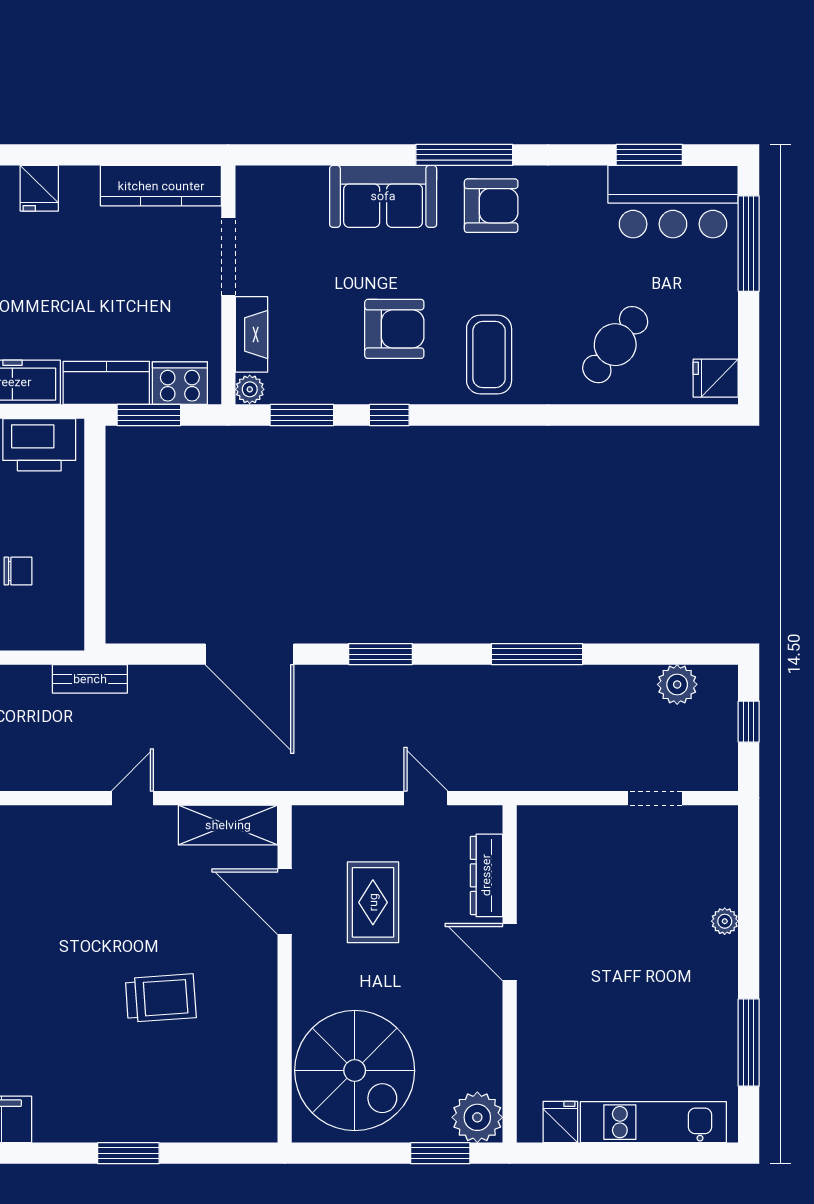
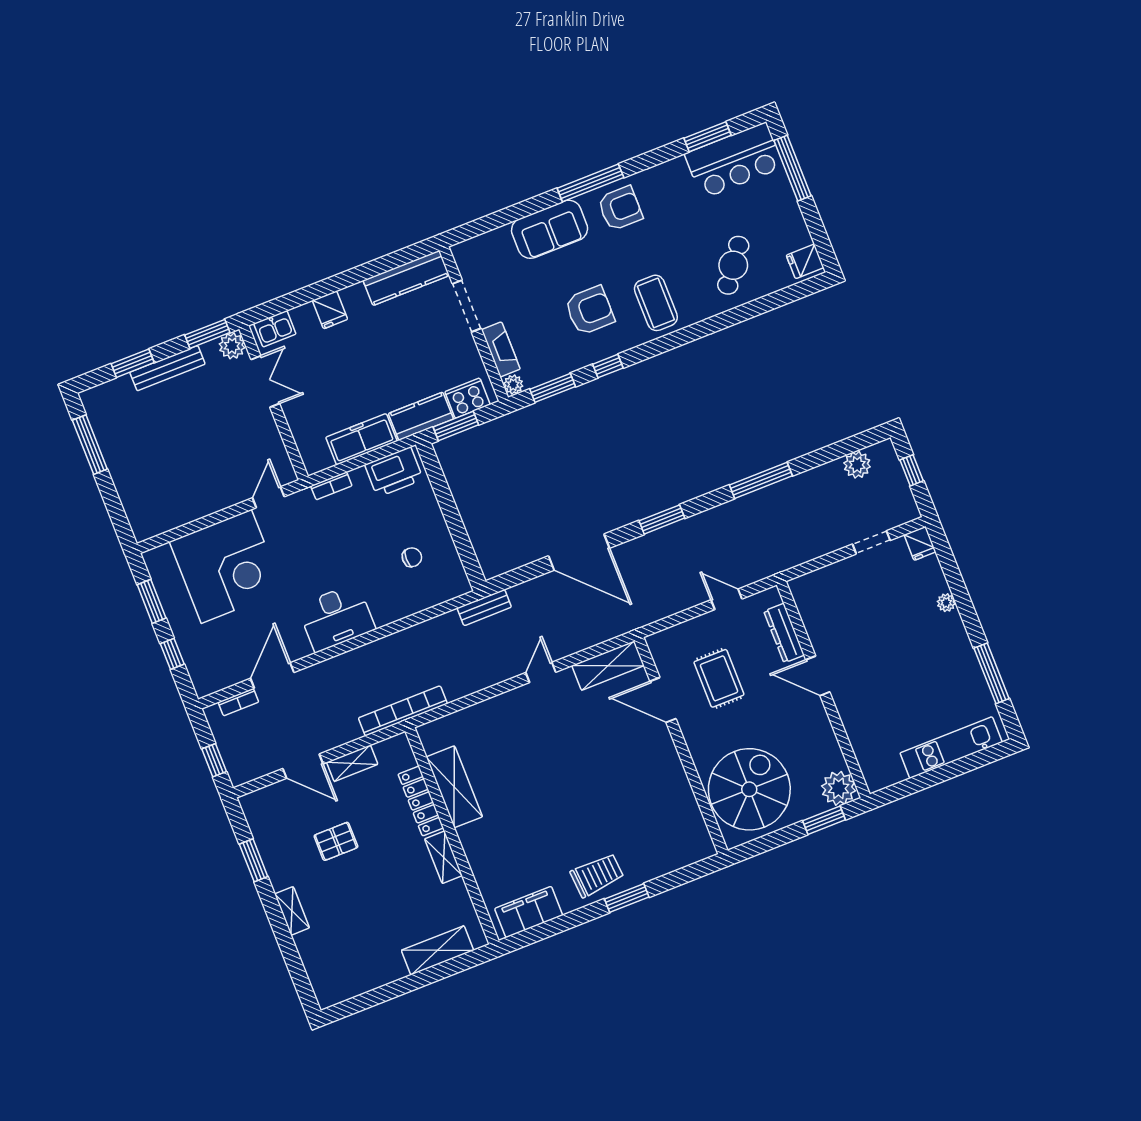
trolley: (161, 998) -> (597, 875), moved
spiral stairs: (355, 1071) -> (749, 789), turned -90
fridge: (560, 1122) -> (920, 543), moved, turned 180

